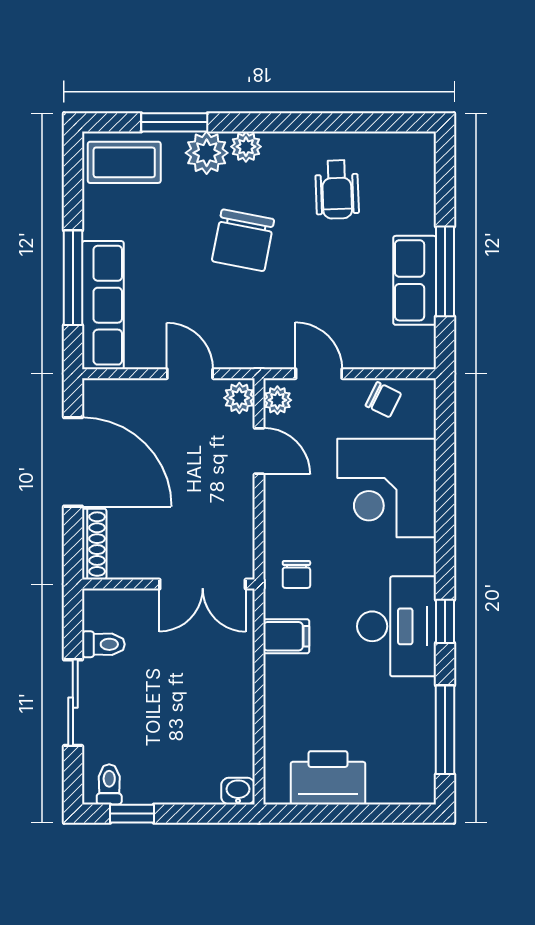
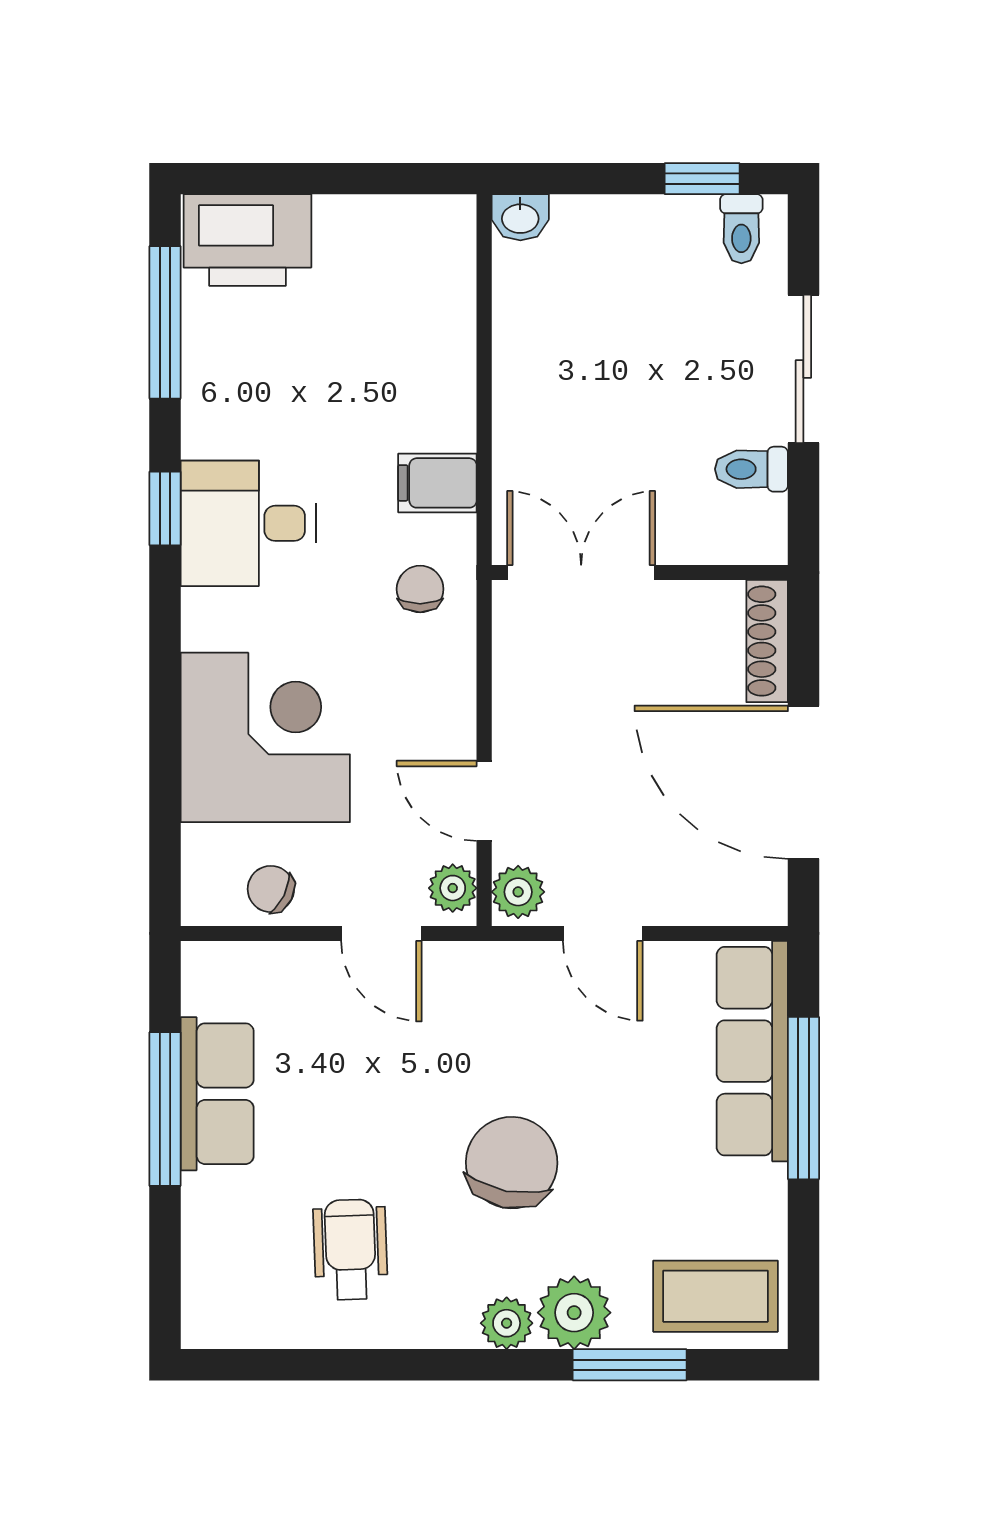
desk: (397, 626) -> (248, 523), width x0.73
printer: (328, 778) -> (247, 240), moved

